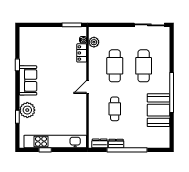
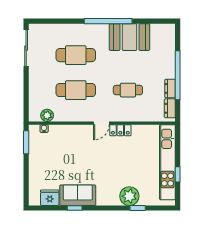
fridge: (26, 44) -> (50, 198), added
locker: (82, 53) -> (120, 130), moved
sofa: (28, 80) -> (78, 195), moved
door: (88, 87) -> (101, 123), hinge flipped

